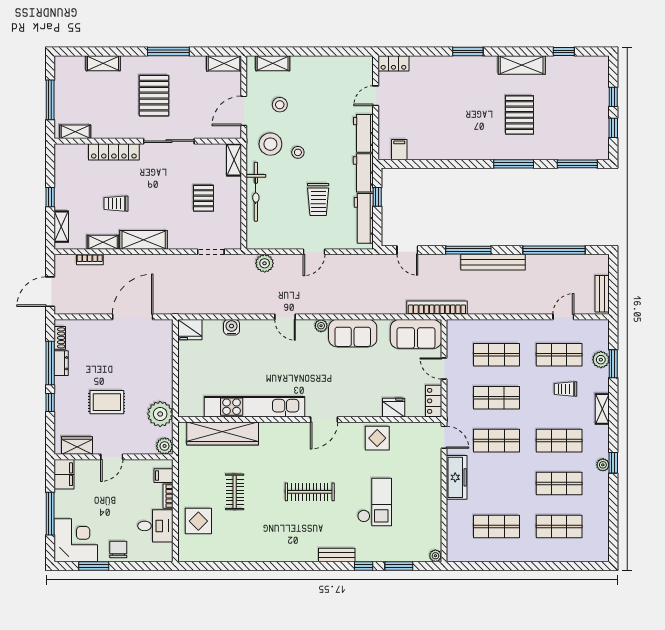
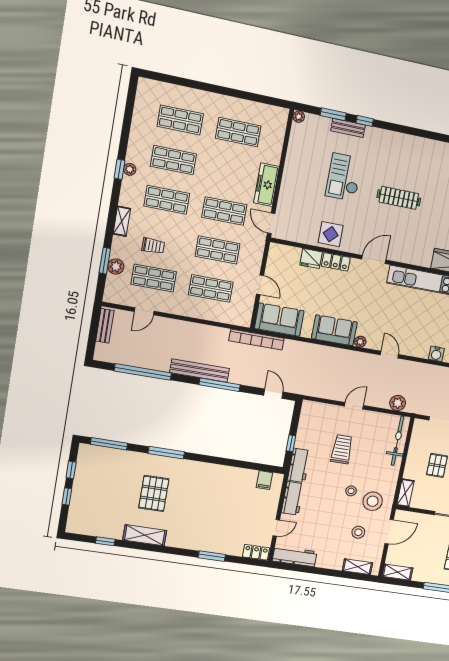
window: (468, 52) -> (212, 556), moved
bicycle: (256, 192) -> (397, 441), moved
workbench: (364, 218) -> (295, 556), moved, turned -90
locker: (434, 401) -> (336, 262), moved, turned 90
bench: (337, 555) -> (348, 128), moved

